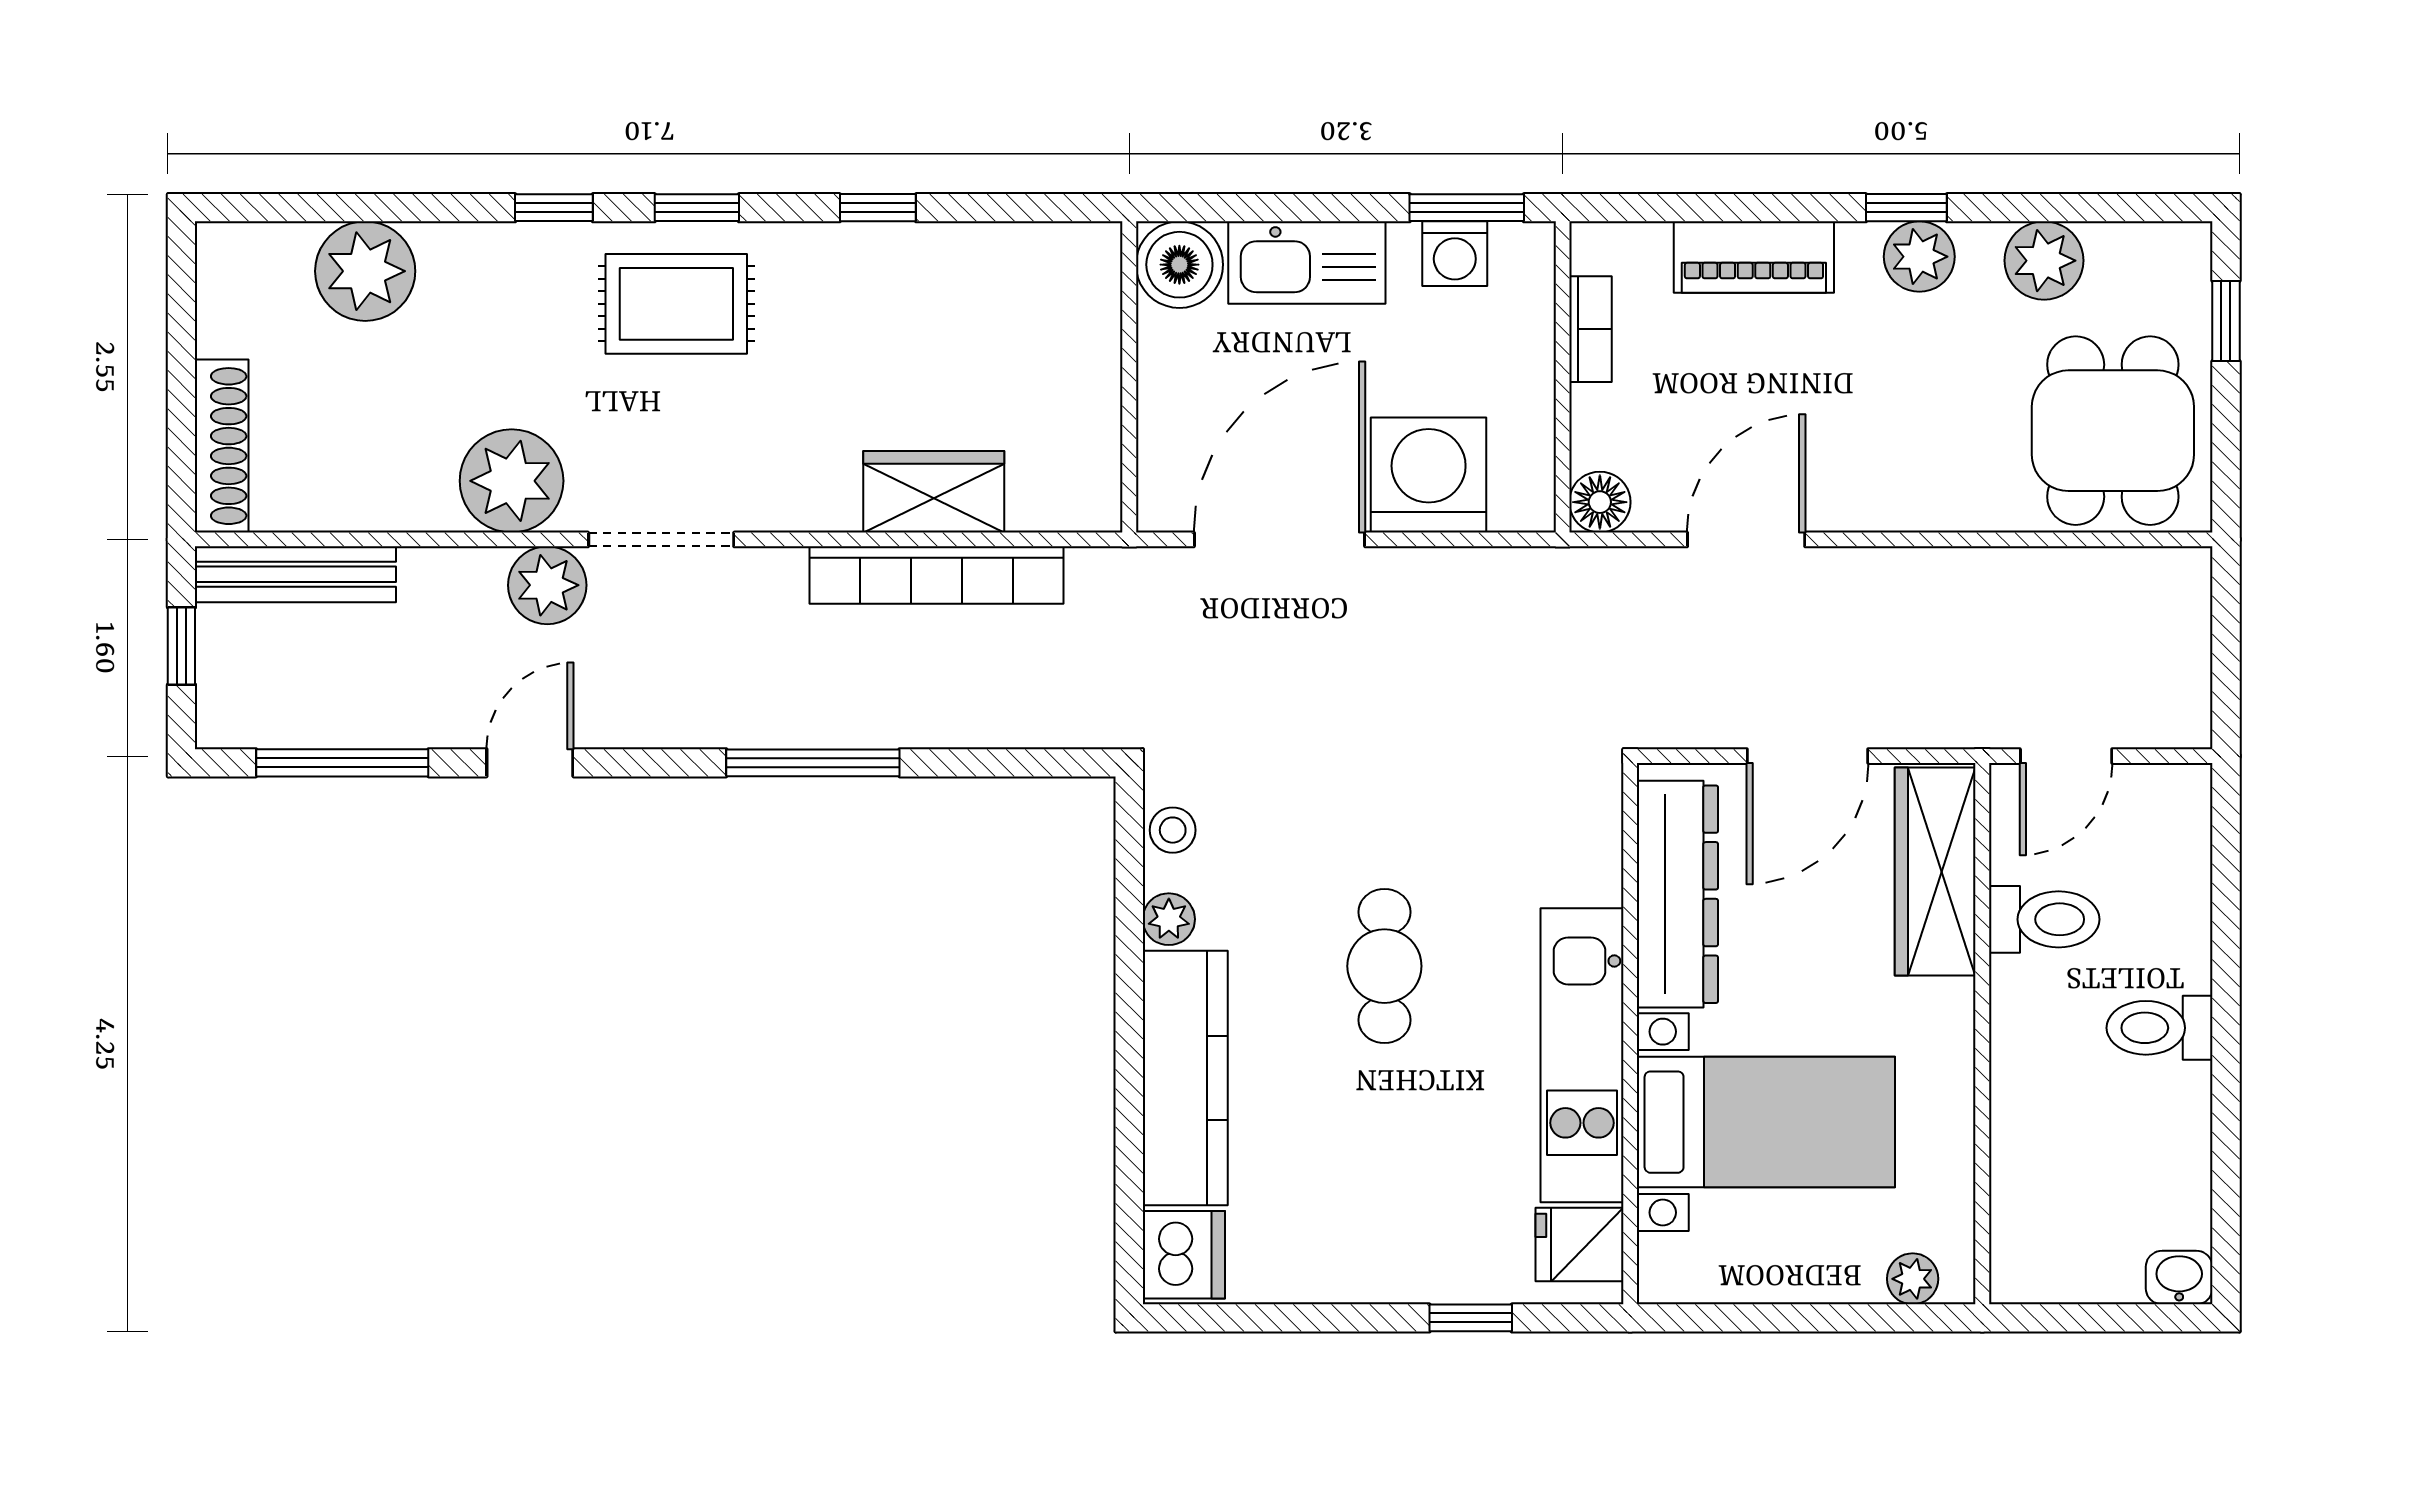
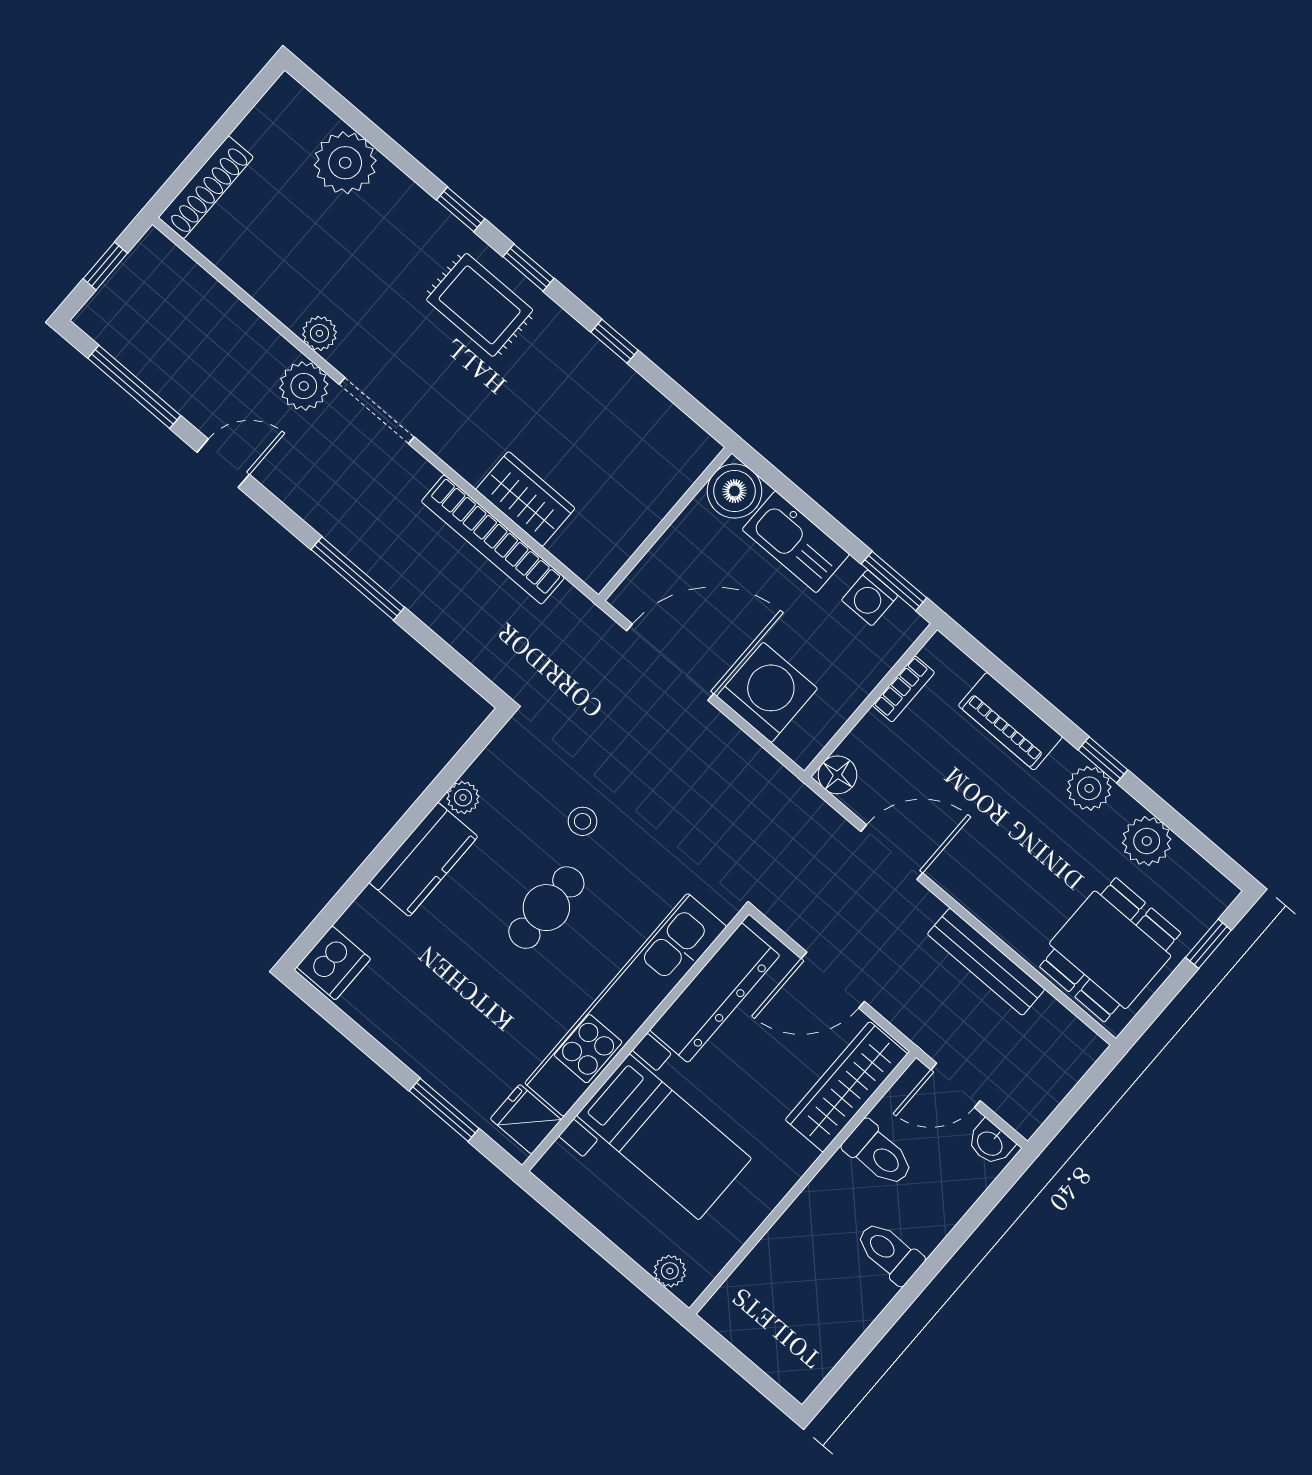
plant: (512, 481) -> (319, 333), width x0.53, depth x0.53
bench: (295, 574) -> (986, 962), moved
stool: (1173, 830) -> (583, 821), moved
kitchen unit: (1582, 1055) -> (626, 1005), width x1.36
kitchen counter: (1185, 1078) -> (423, 859), width x0.67
washbasin: (2179, 1278) -> (990, 1143), moved, turned 180
window: (1471, 1318) -> (444, 1110), width x1.50

